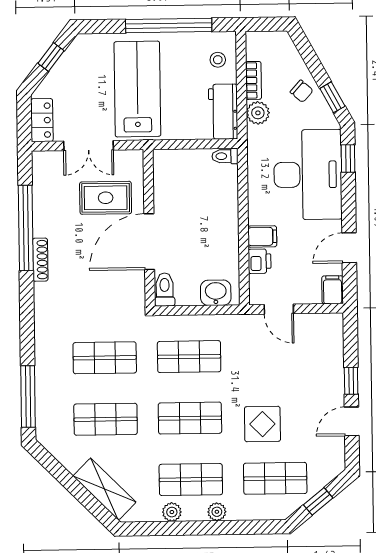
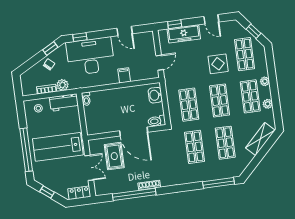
window: (169, 26) -> (26, 150), moved
printer: (260, 261) -> (137, 75), removed
filing cabinet: (333, 290) -> (147, 37), removed
freezer: (330, 364) -> (184, 34), added
window: (351, 381) -> (175, 24), moved

